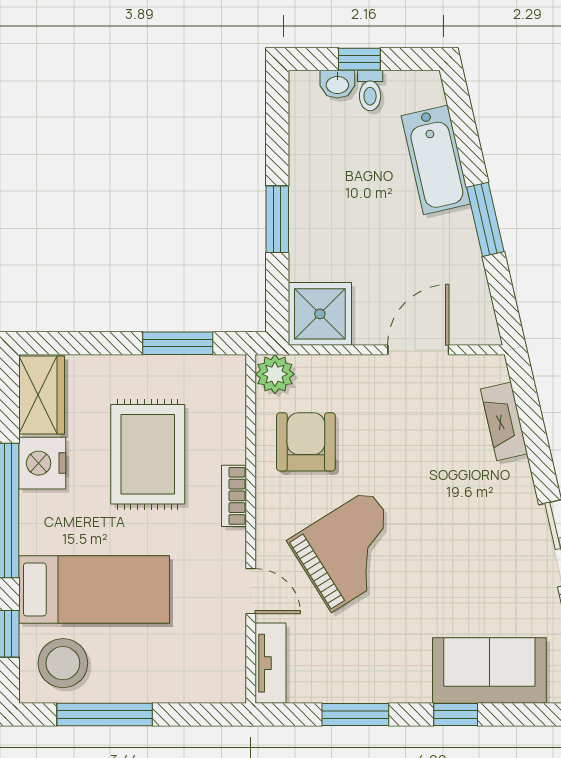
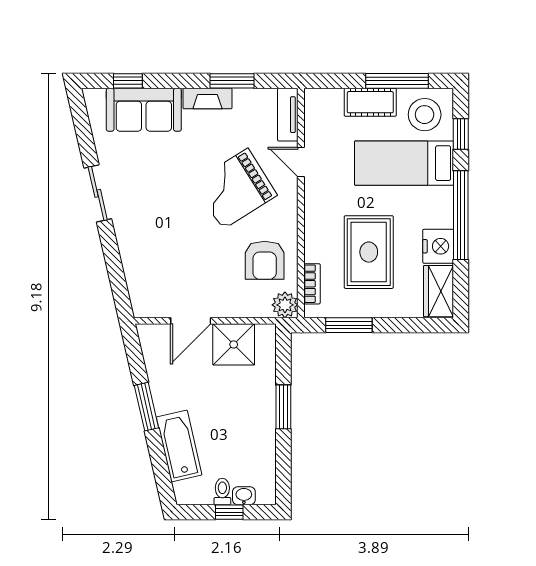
shower: (320, 314) -> (234, 344), moved
fireplace: (504, 421) -> (207, 99), moved, turned 103
bookcase: (234, 496) -> (312, 284), moved
cot: (145, 682) -> (370, 102), added
window: (456, 714) -> (128, 81), moved

